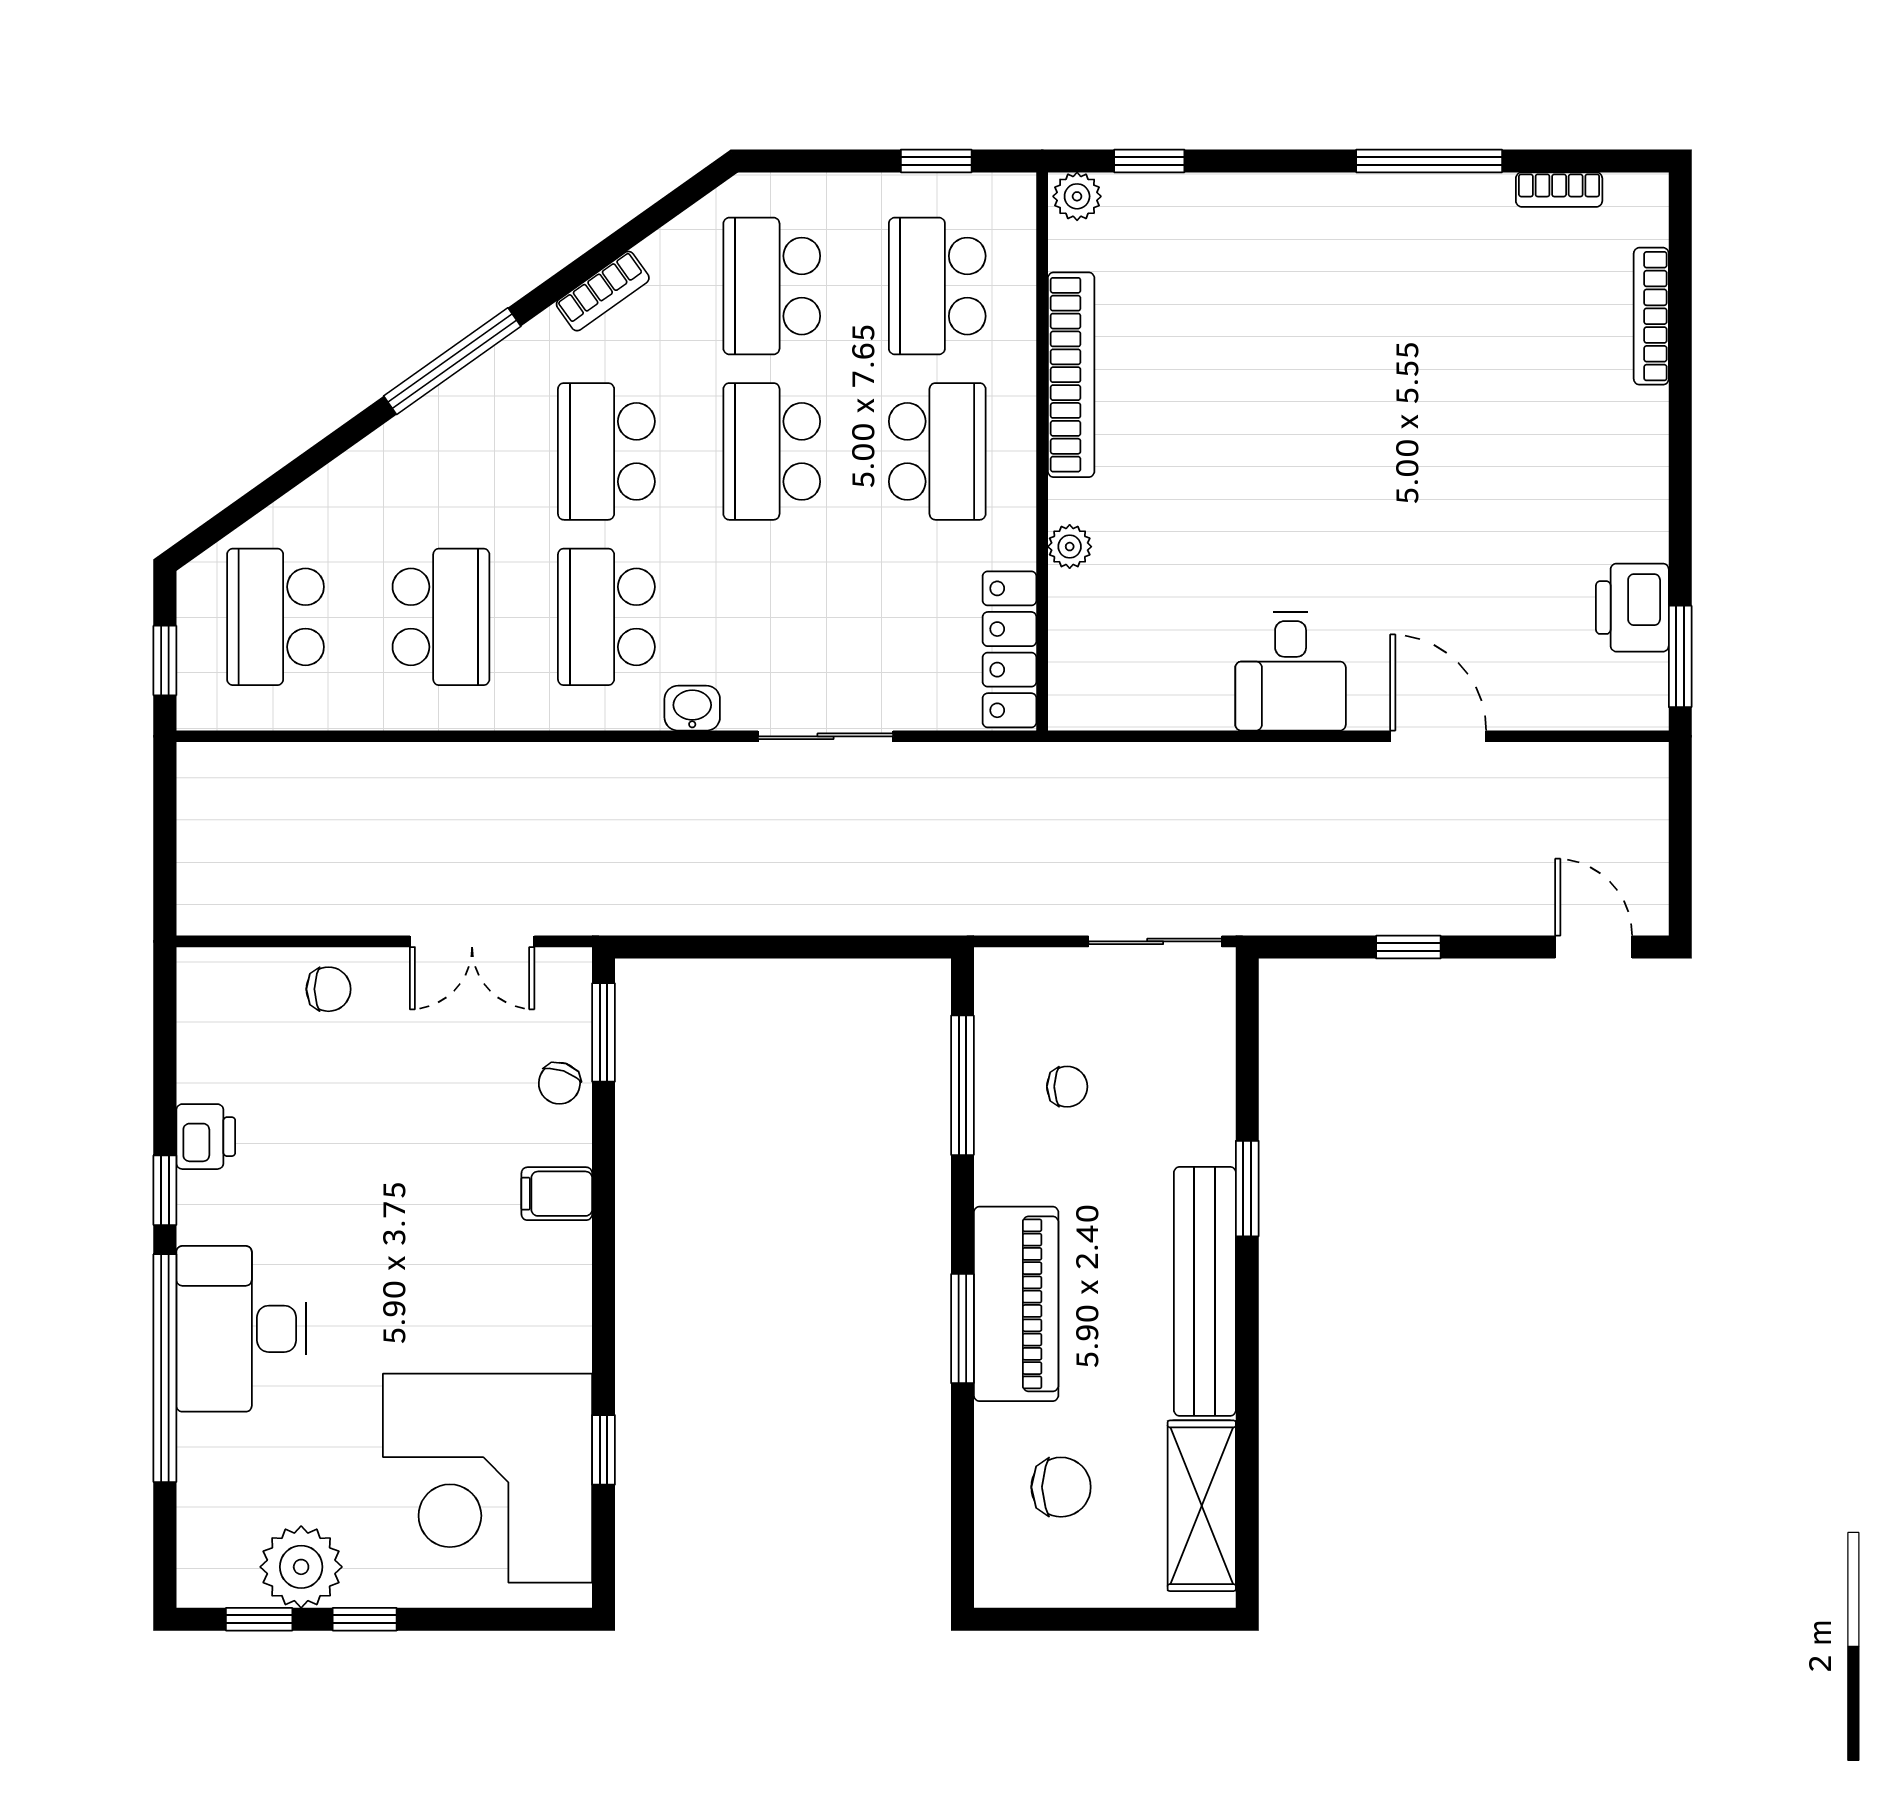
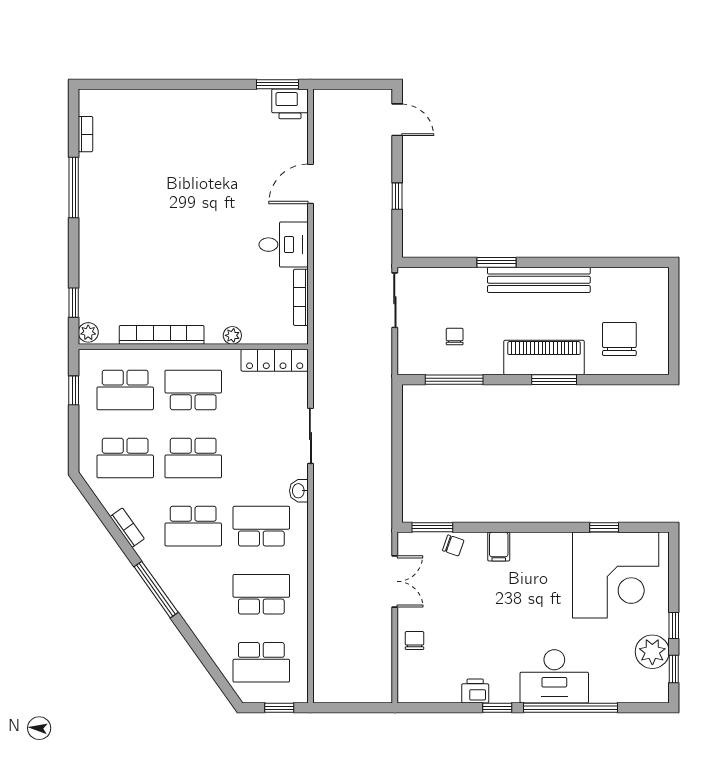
bookcase: (1651, 316) -> (301, 297), moved, turned 90
printer: (1632, 608) -> (290, 104), moved
school desk: (606, 617) -> (261, 526), turned 180
door: (1594, 947) -> (397, 120), swing flipped
chair: (1061, 1487) -> (619, 339), width x1.37, depth x1.37
shelving: (1202, 1506) -> (627, 281), removed

